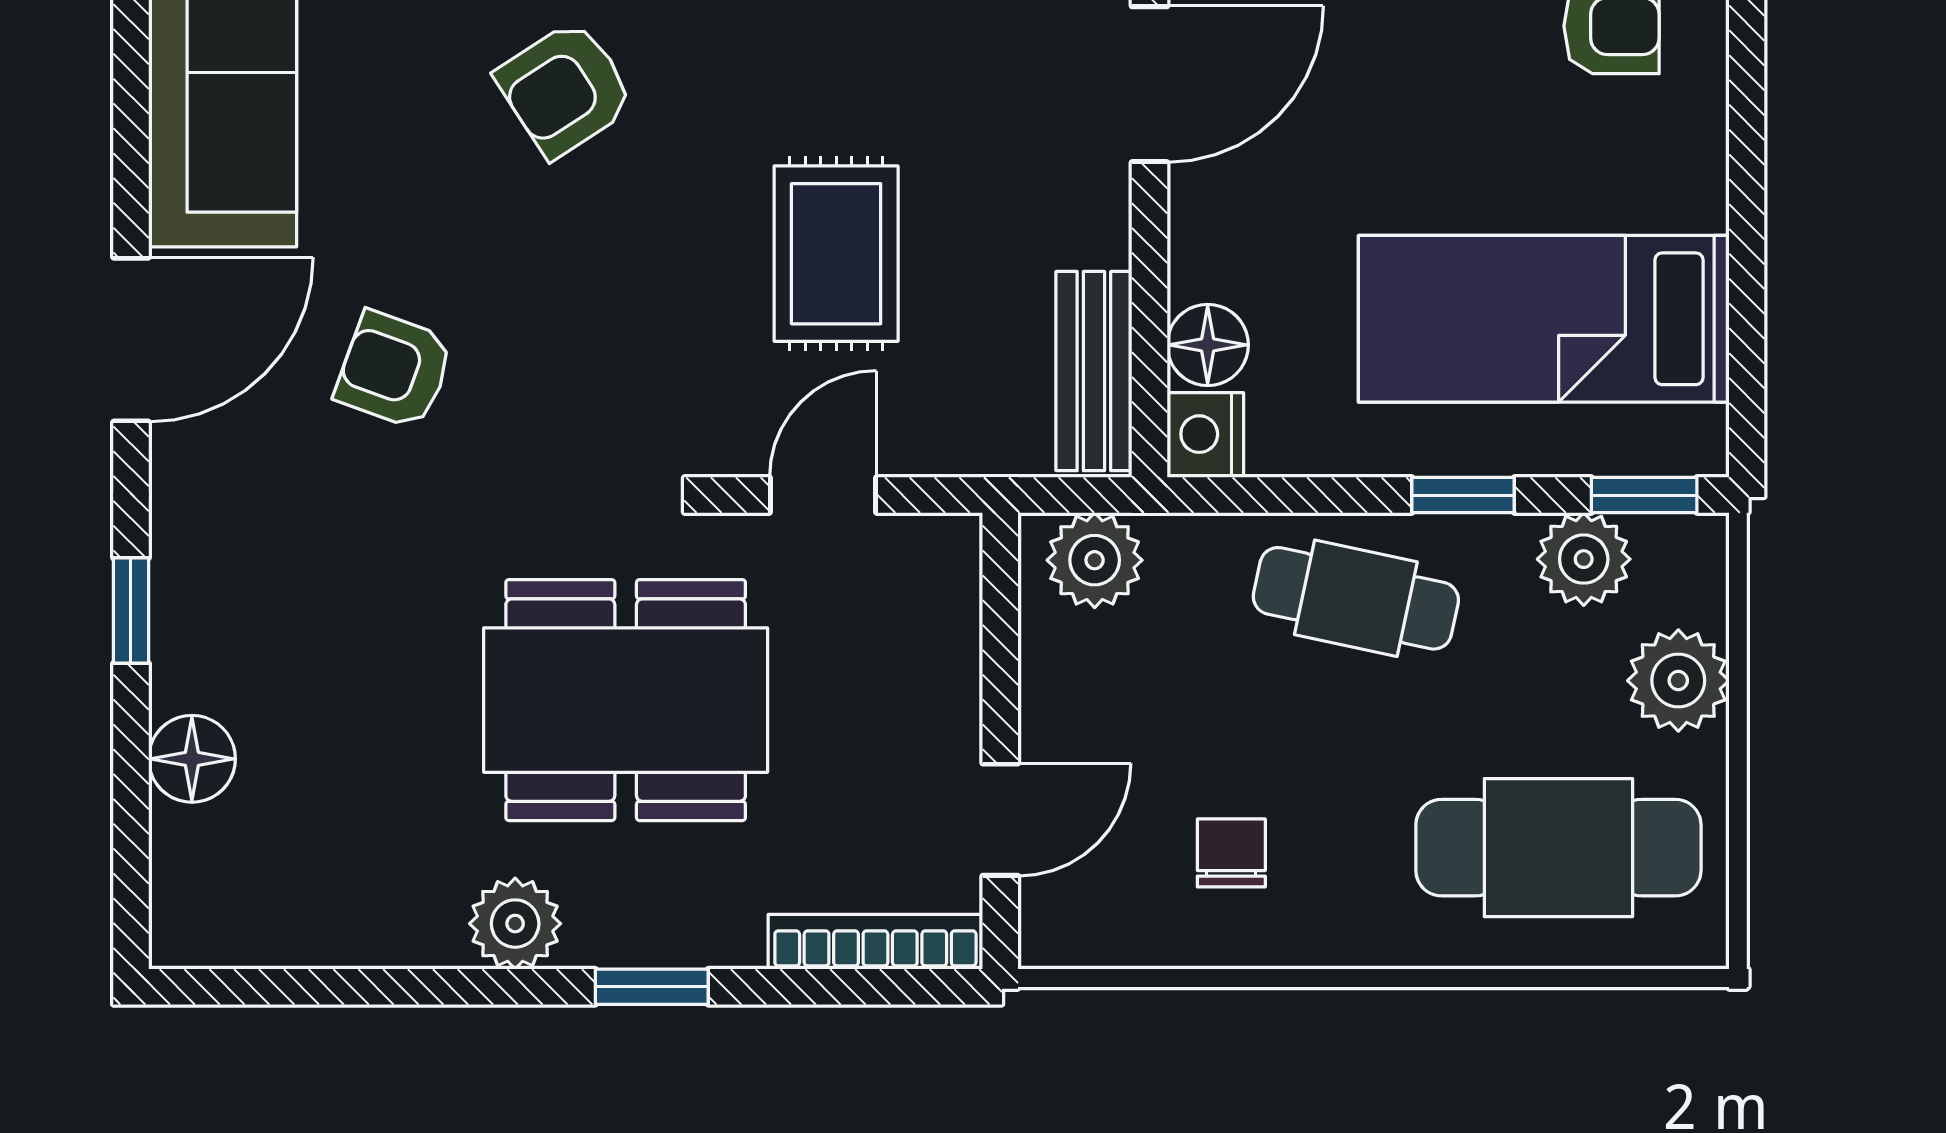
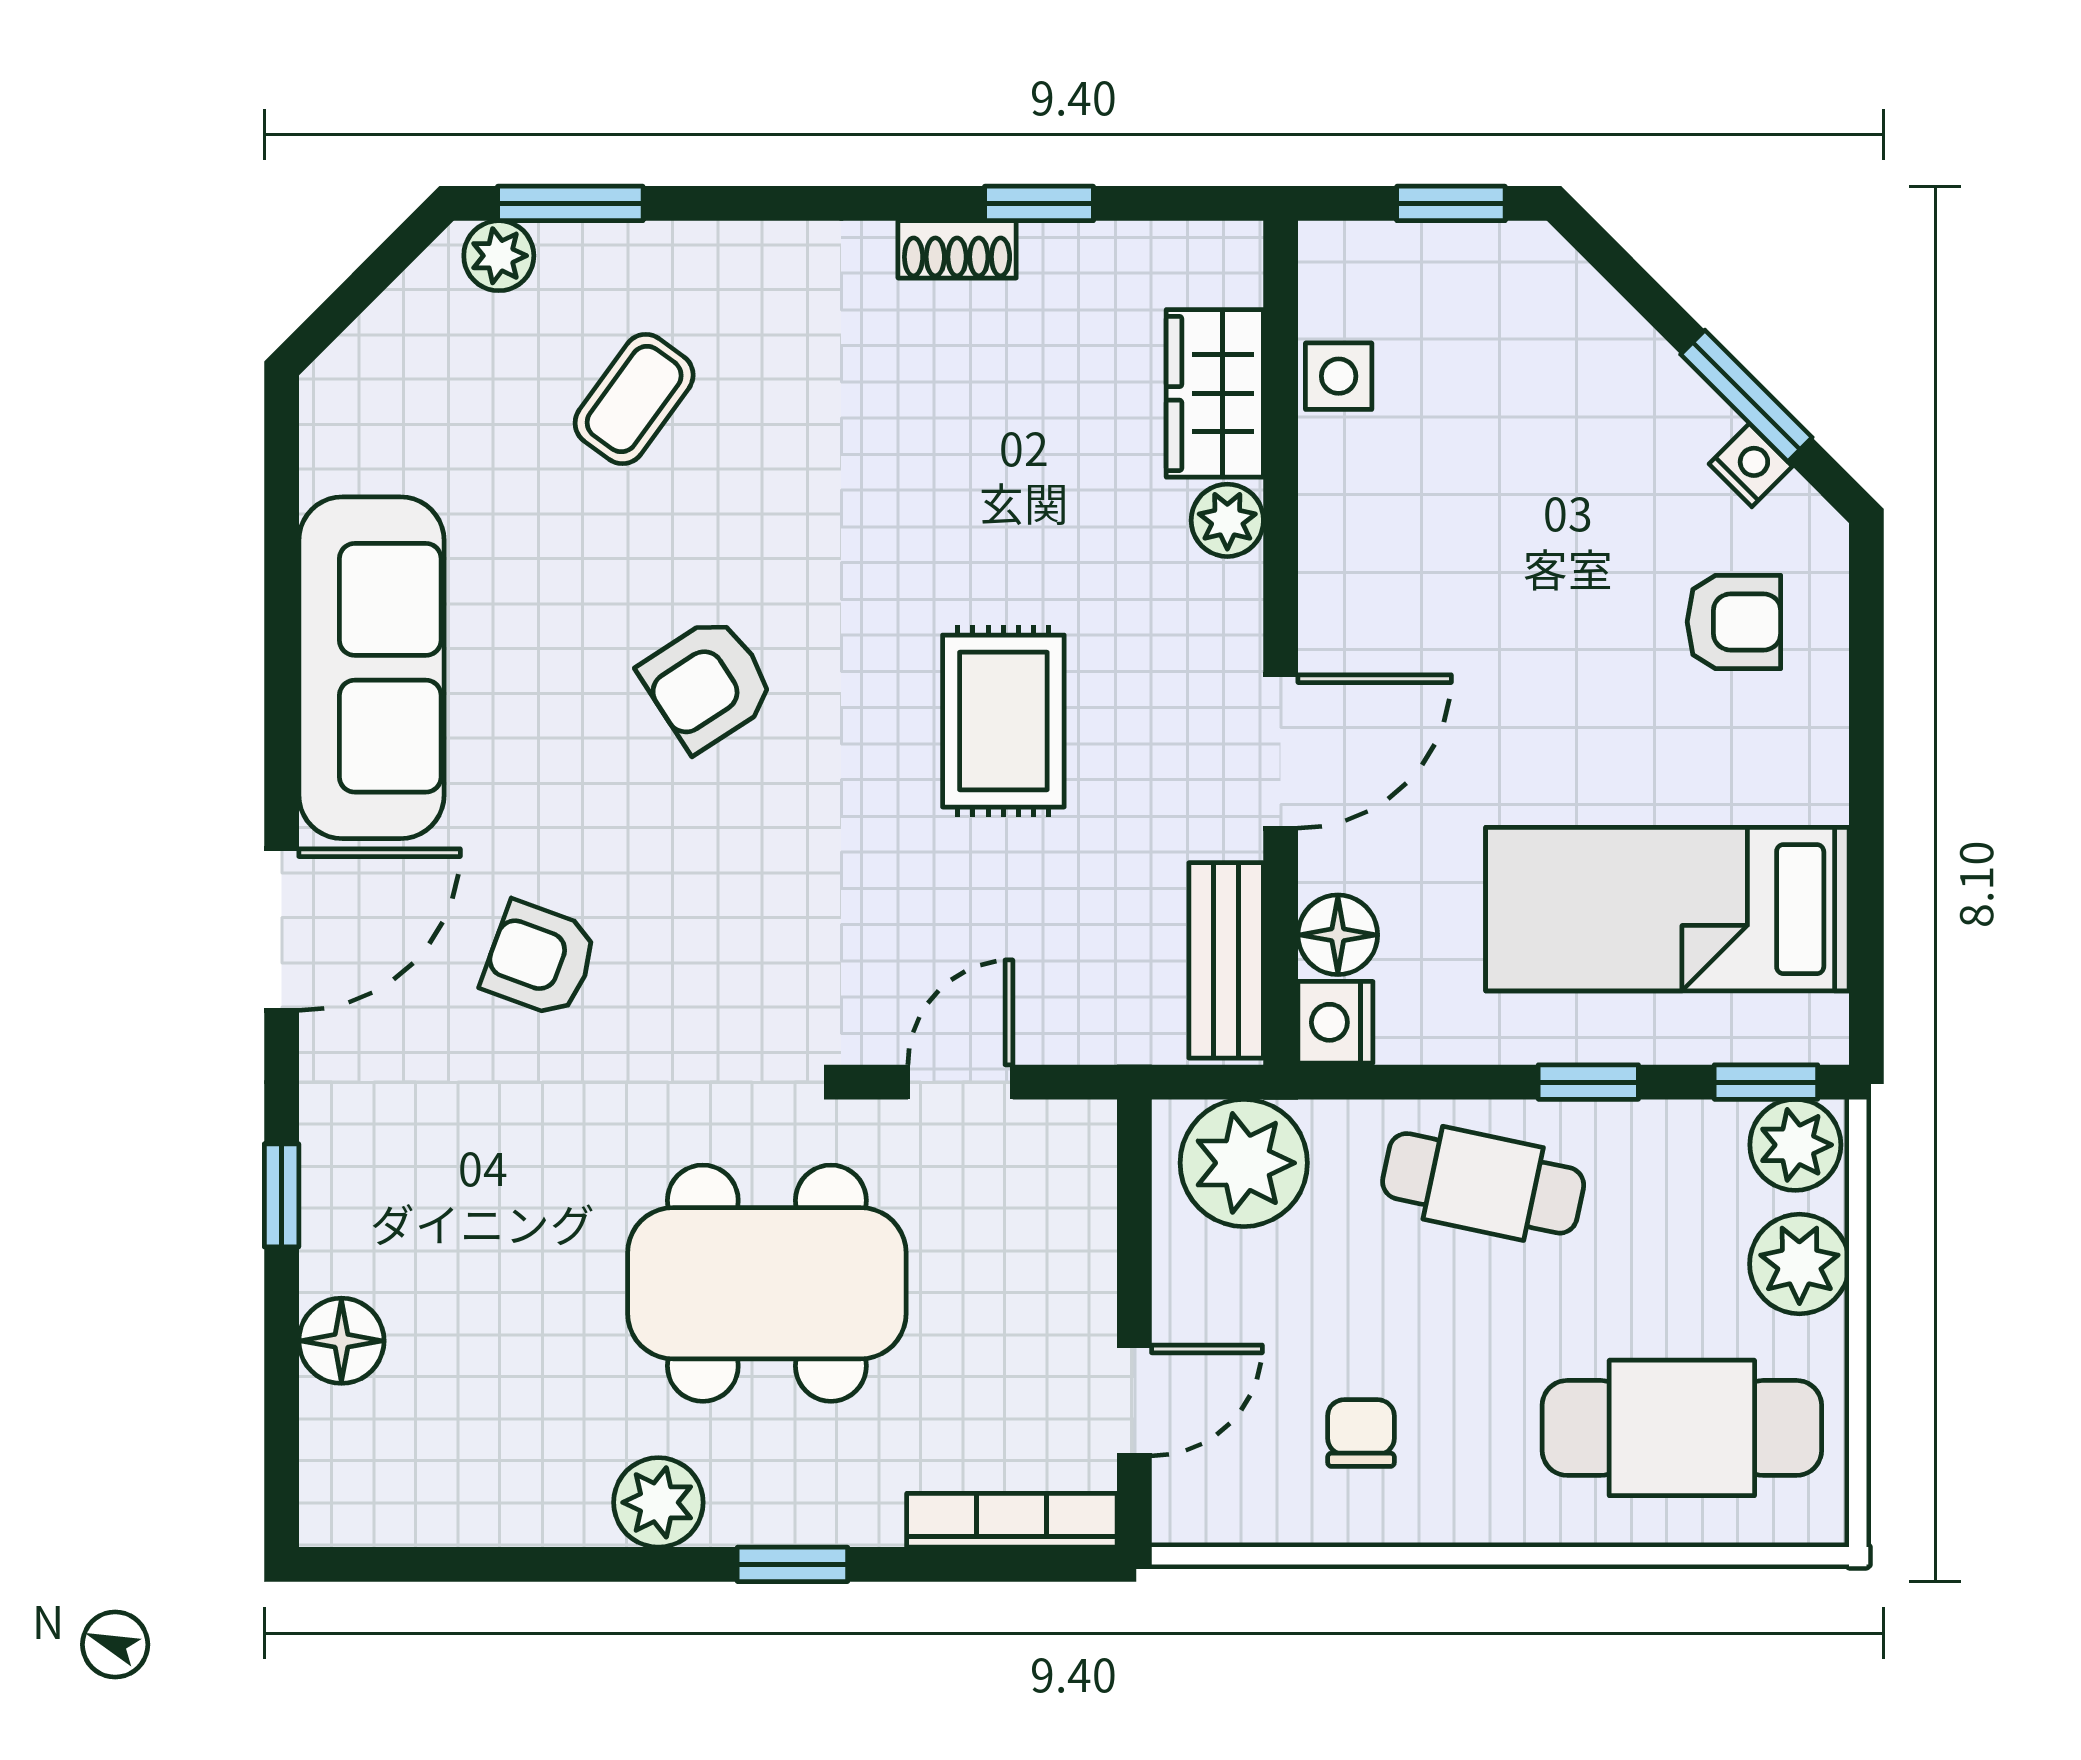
door: (1150, 84) -> (1281, 751), moved
rug: (836, 254) -> (1003, 721), moved
plant: (1584, 559) -> (1795, 1145), moved
plant: (1095, 560) -> (1244, 1163), width x1.36, depth x1.36

